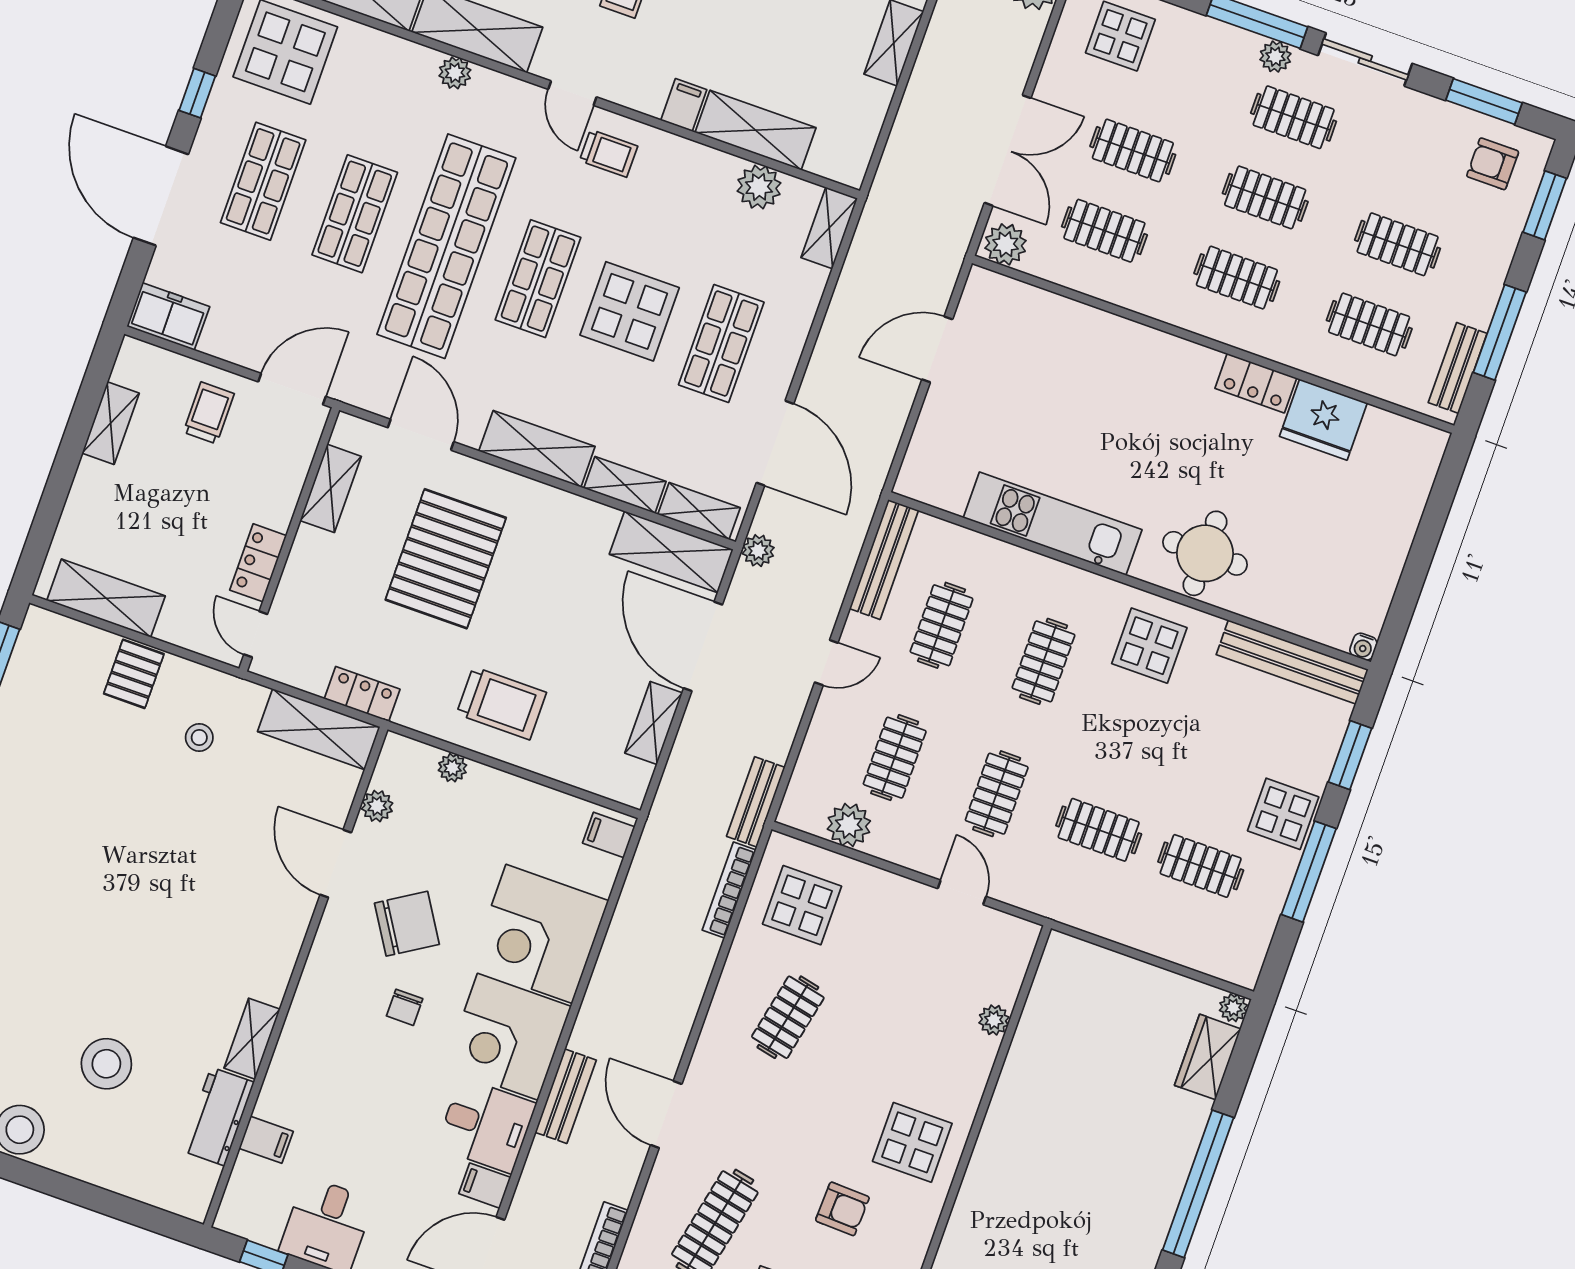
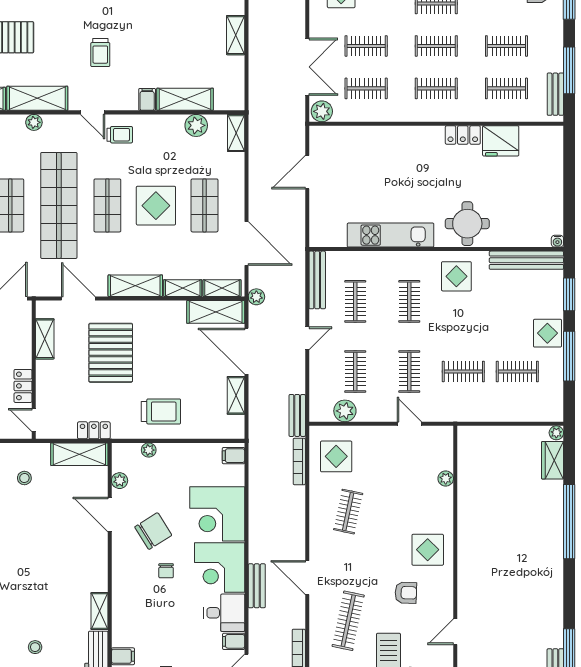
stool: (106, 1064) -> (35, 647), width x0.53, depth x0.53

